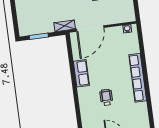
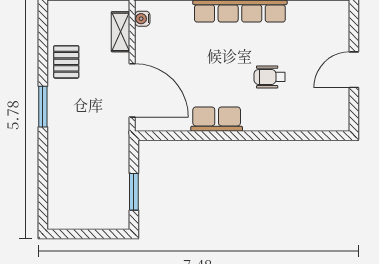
shelving: (65, 26) -> (120, 32), moved

